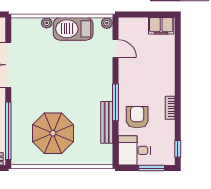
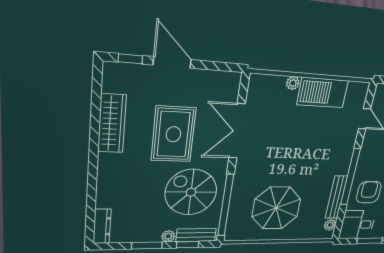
plant: (107, 23) -> (330, 225), moved
window: (115, 102) -> (350, 177), width x1.46

